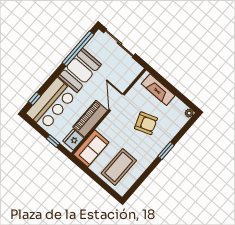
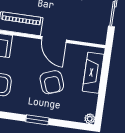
door: (117, 102) -> (54, 39), swing flipped

